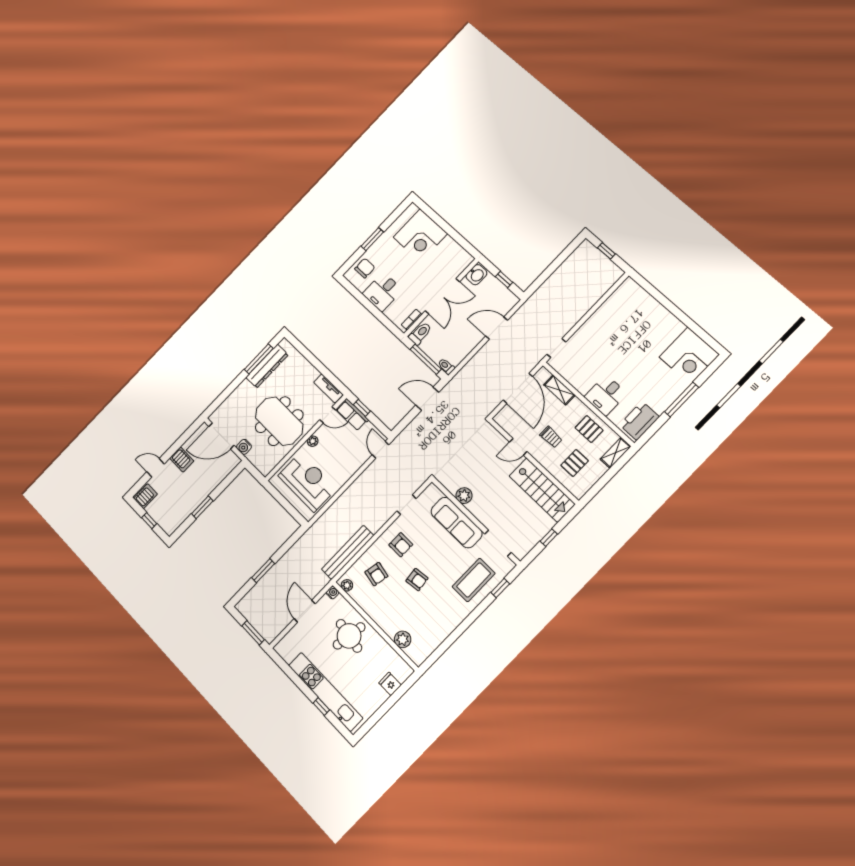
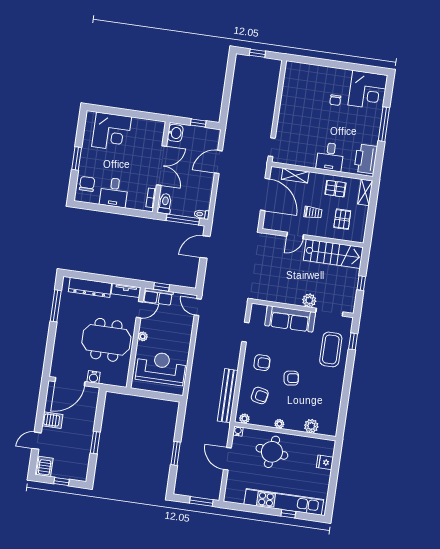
chair: (650, 344) -> (335, 100), added
dresser: (267, 366) -> (90, 287), moved, turned 90
plant: (464, 496) -> (309, 300), moved
plant: (375, 615) -> (279, 424), added

